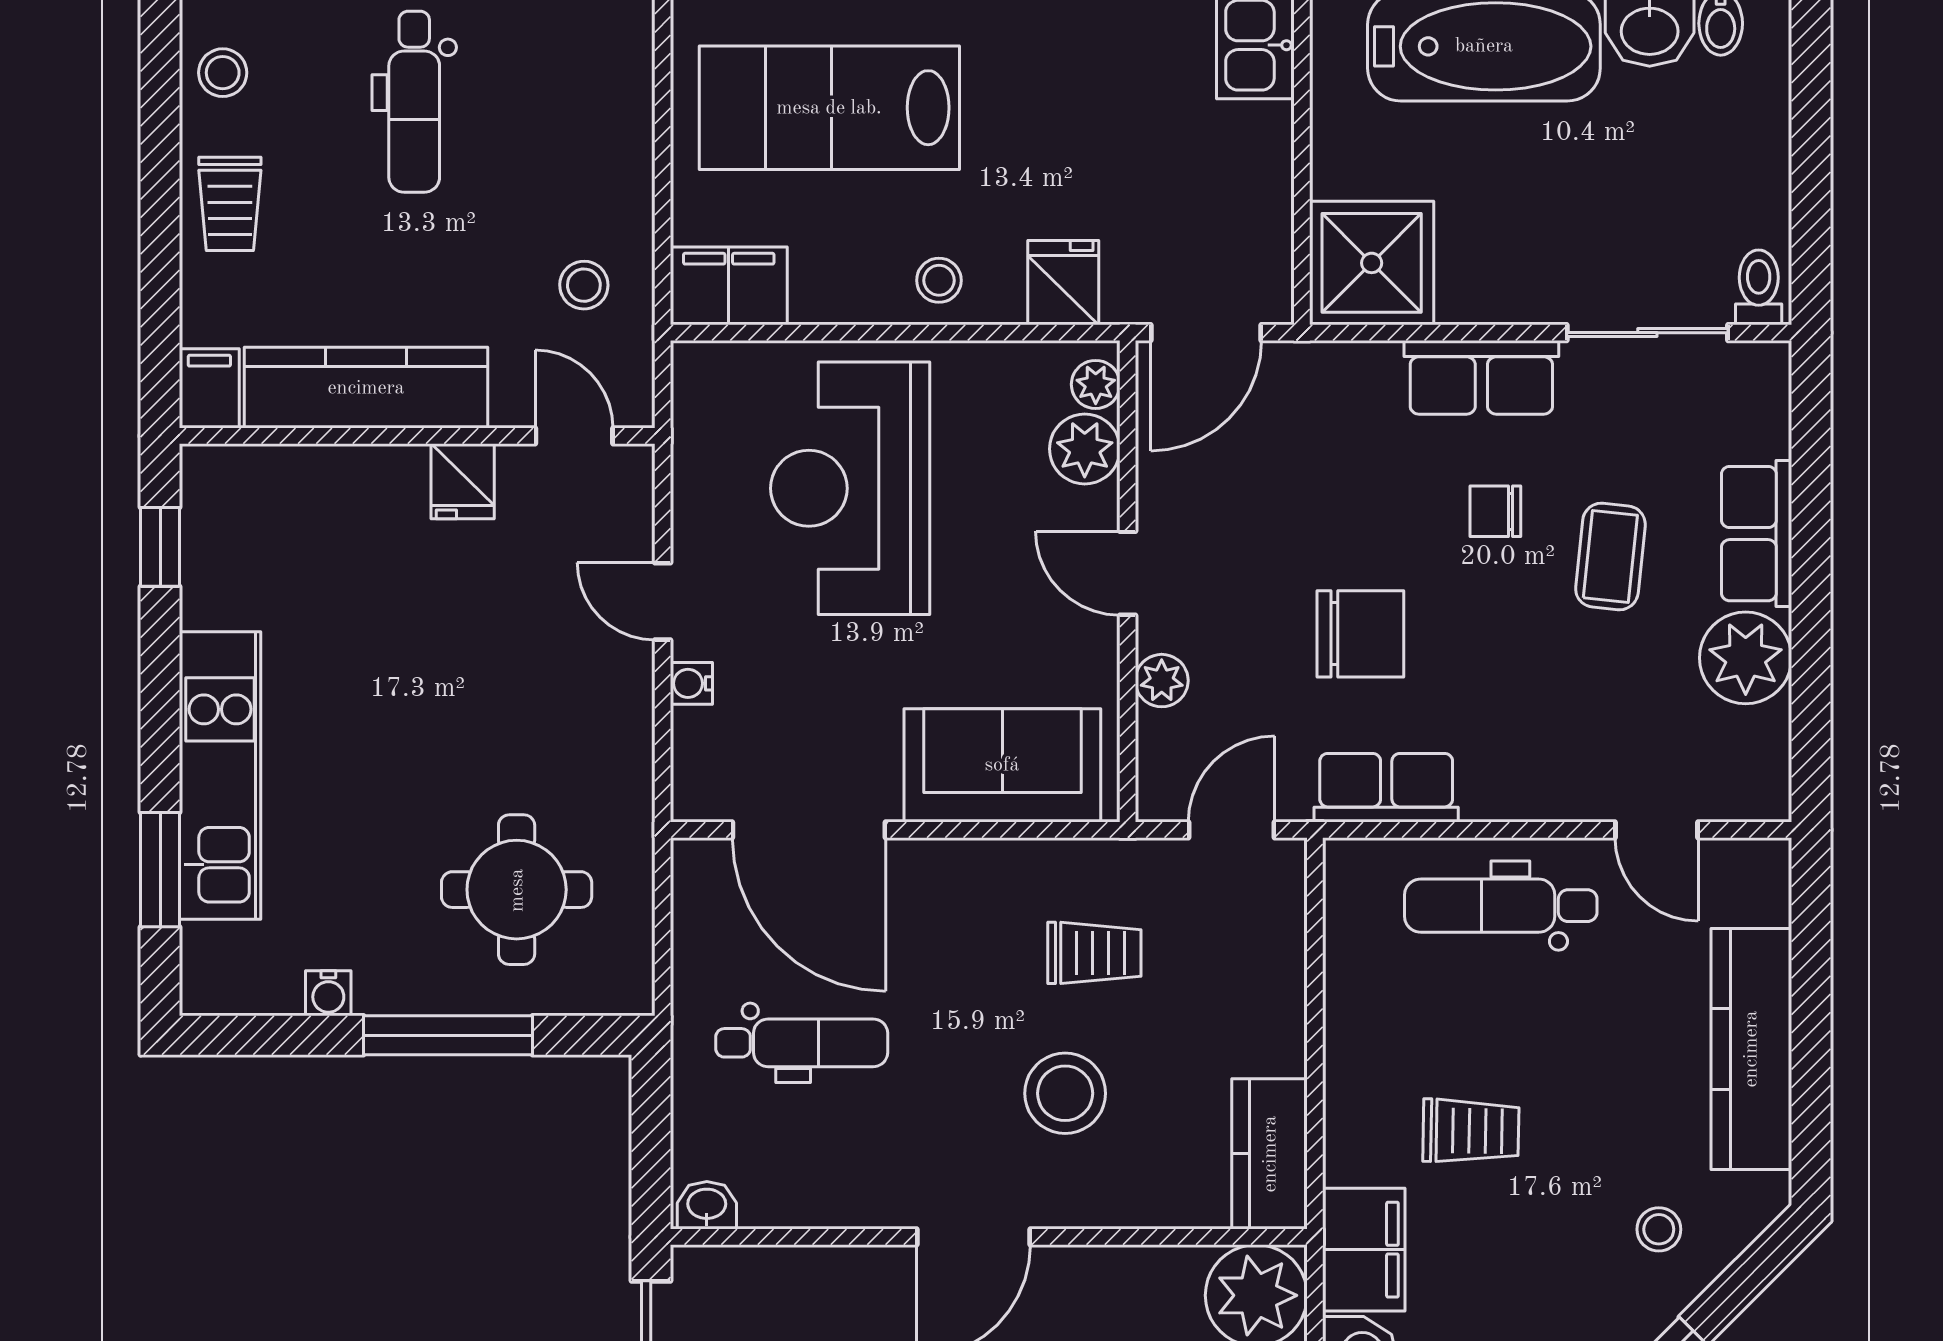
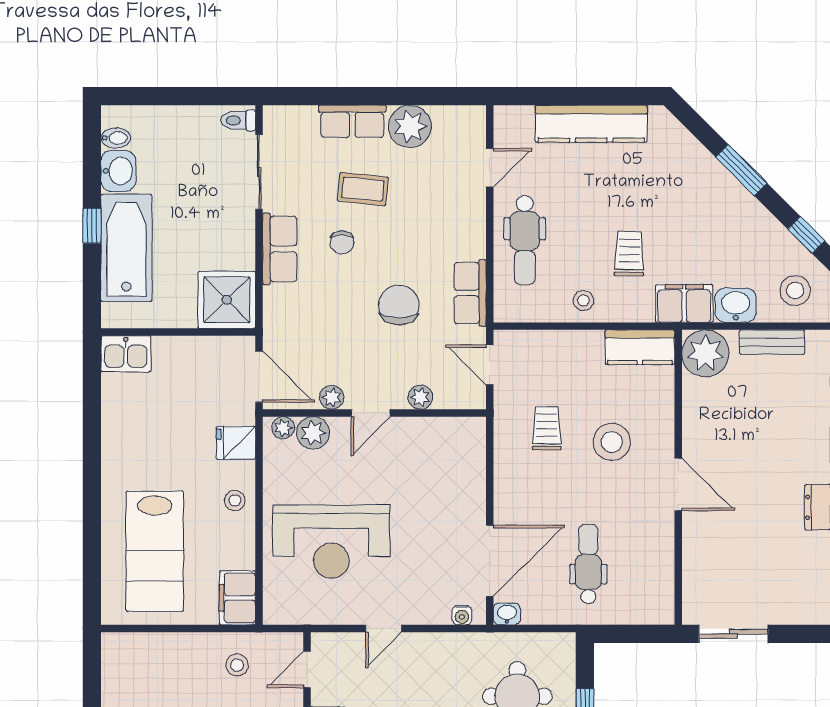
plant: (1161, 489) -> (332, 397), added
water cooler: (691, 683) -> (462, 615), moved
sofa: (1002, 765) -> (460, 471), removed
washbasin: (707, 1205) -> (507, 614), moved, turned 90
stool: (1659, 1229) -> (584, 300), moved

